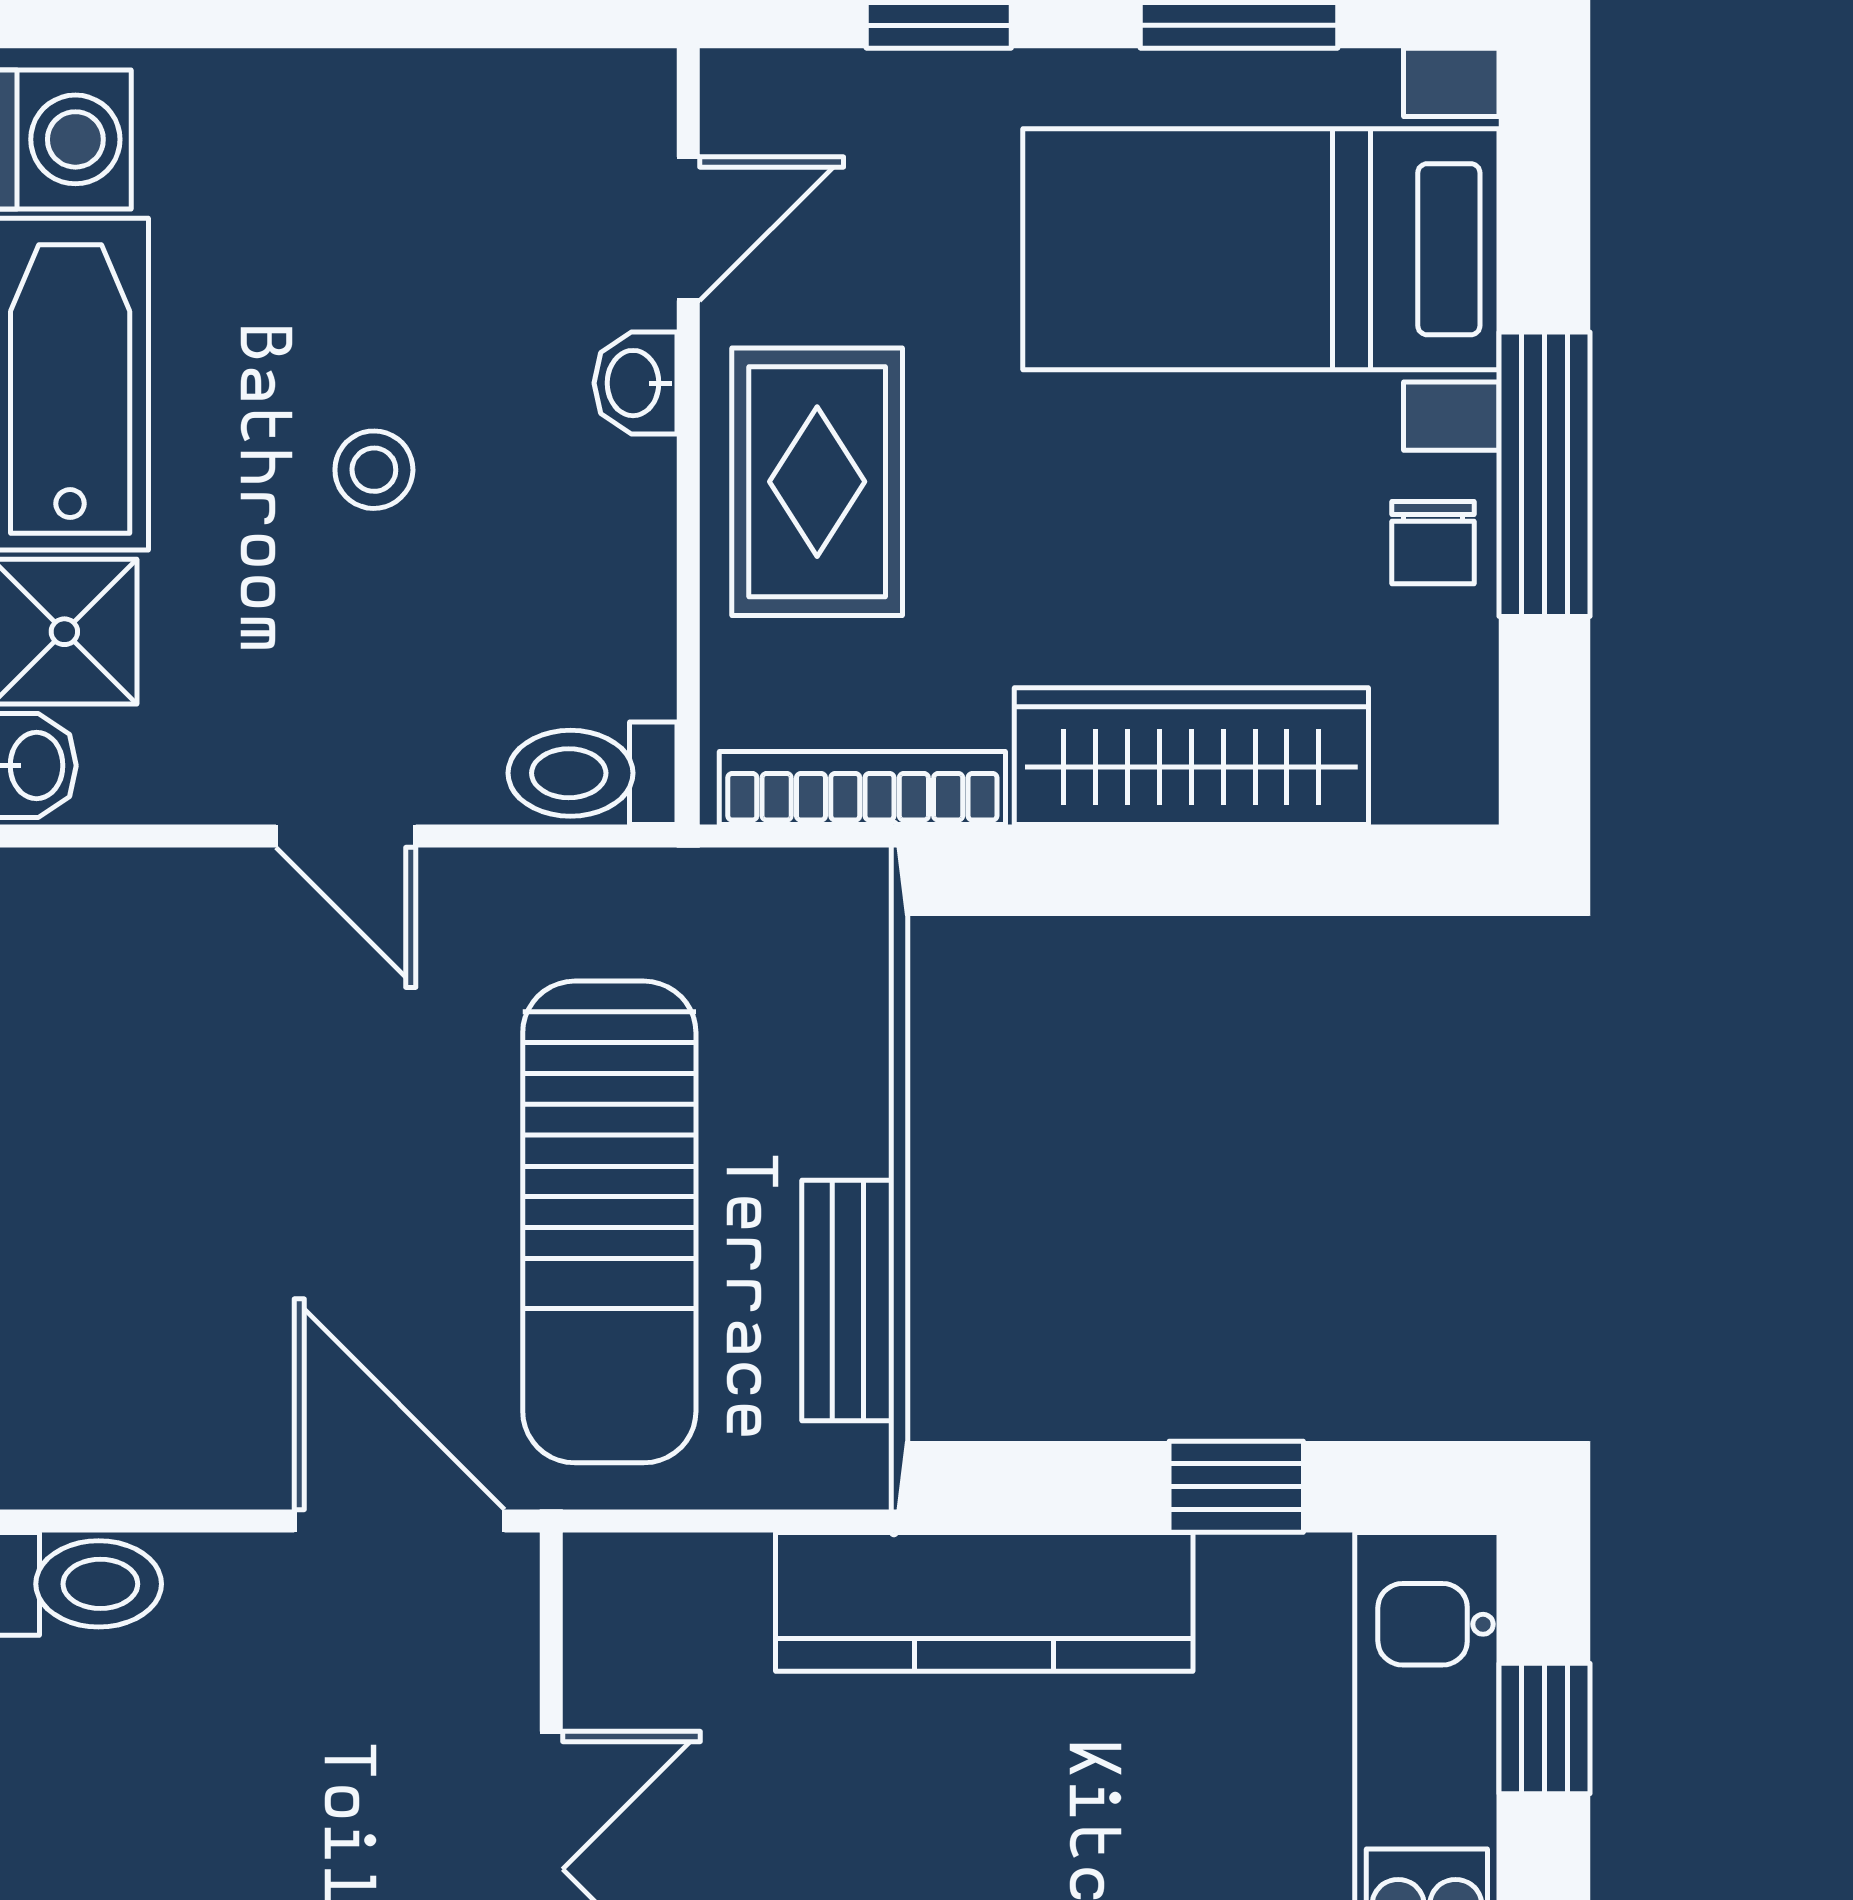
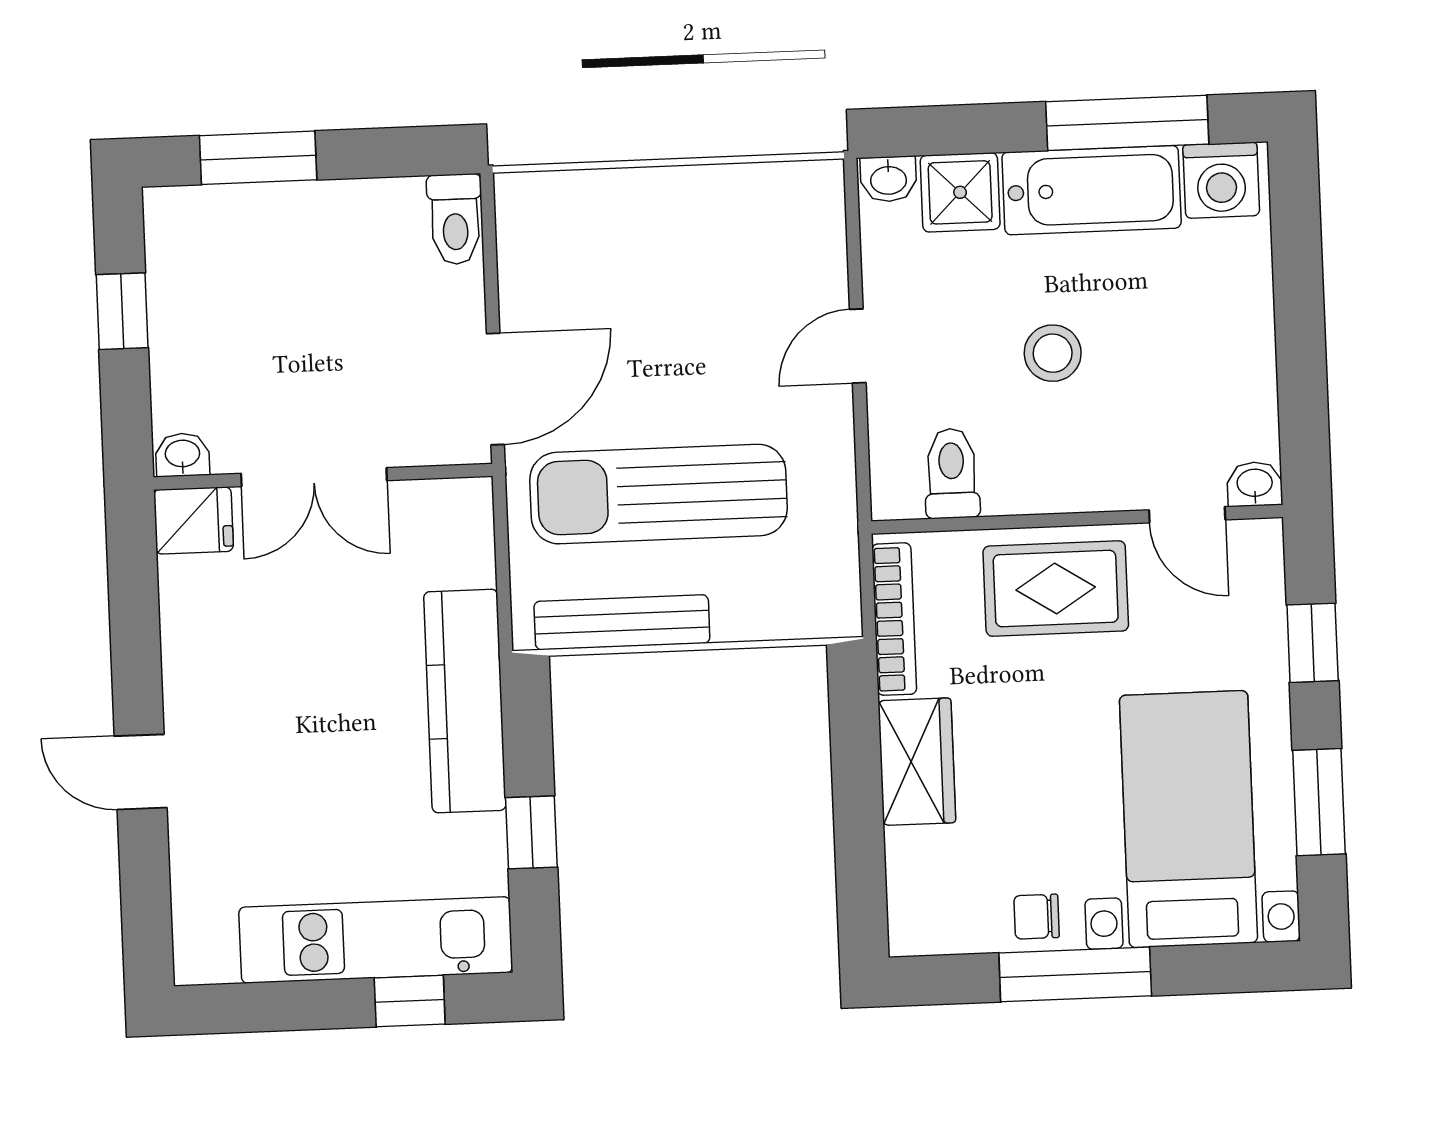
washbasin: (635, 383) -> (1255, 484), moved
stool: (374, 470) -> (1053, 353), width x1.37, depth x1.37
wardrobe: (1191, 756) -> (917, 762), width x0.67
toilet: (592, 773) -> (952, 473), moved
bench: (848, 1301) -> (622, 622), width x1.36

